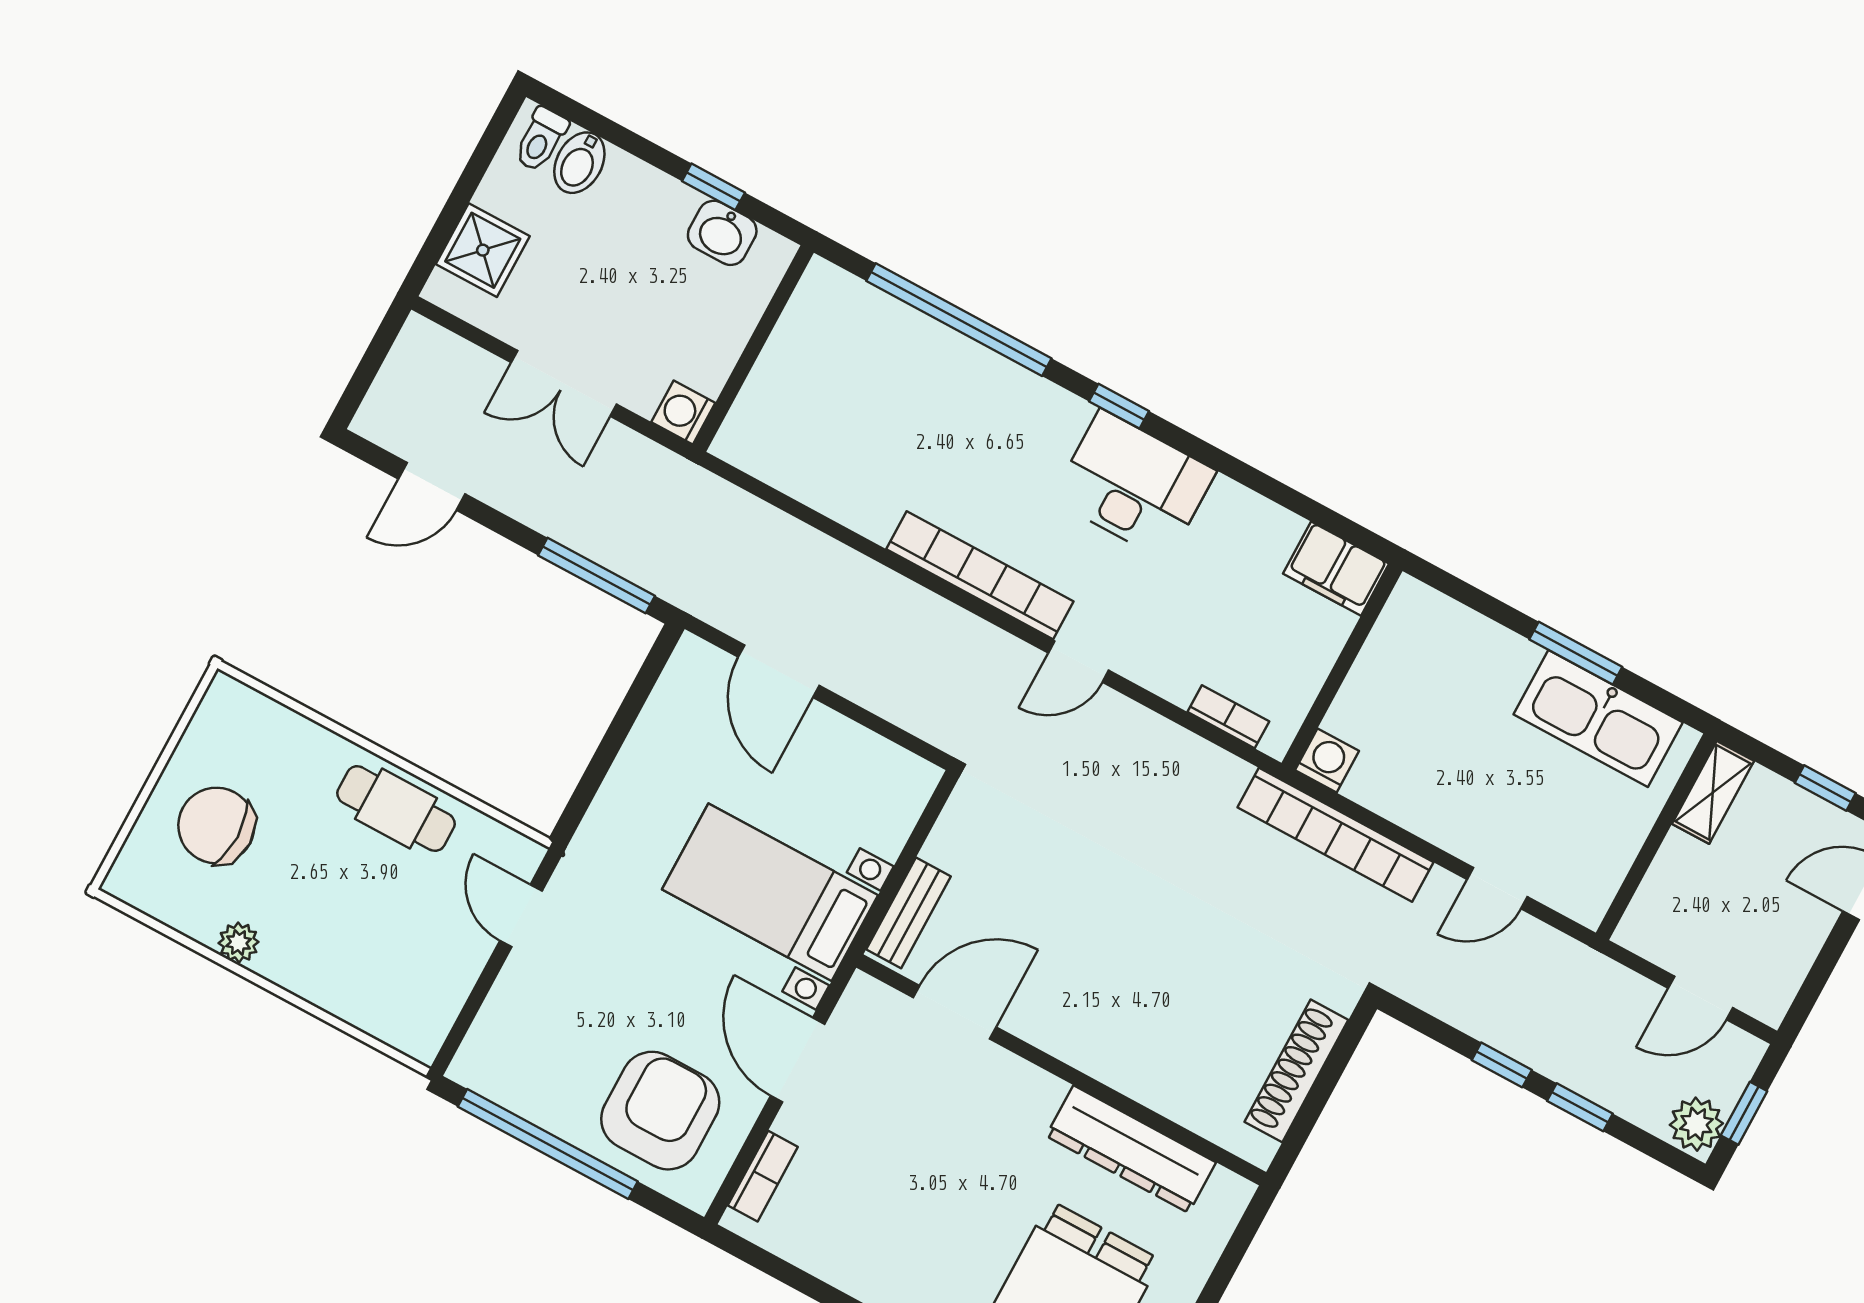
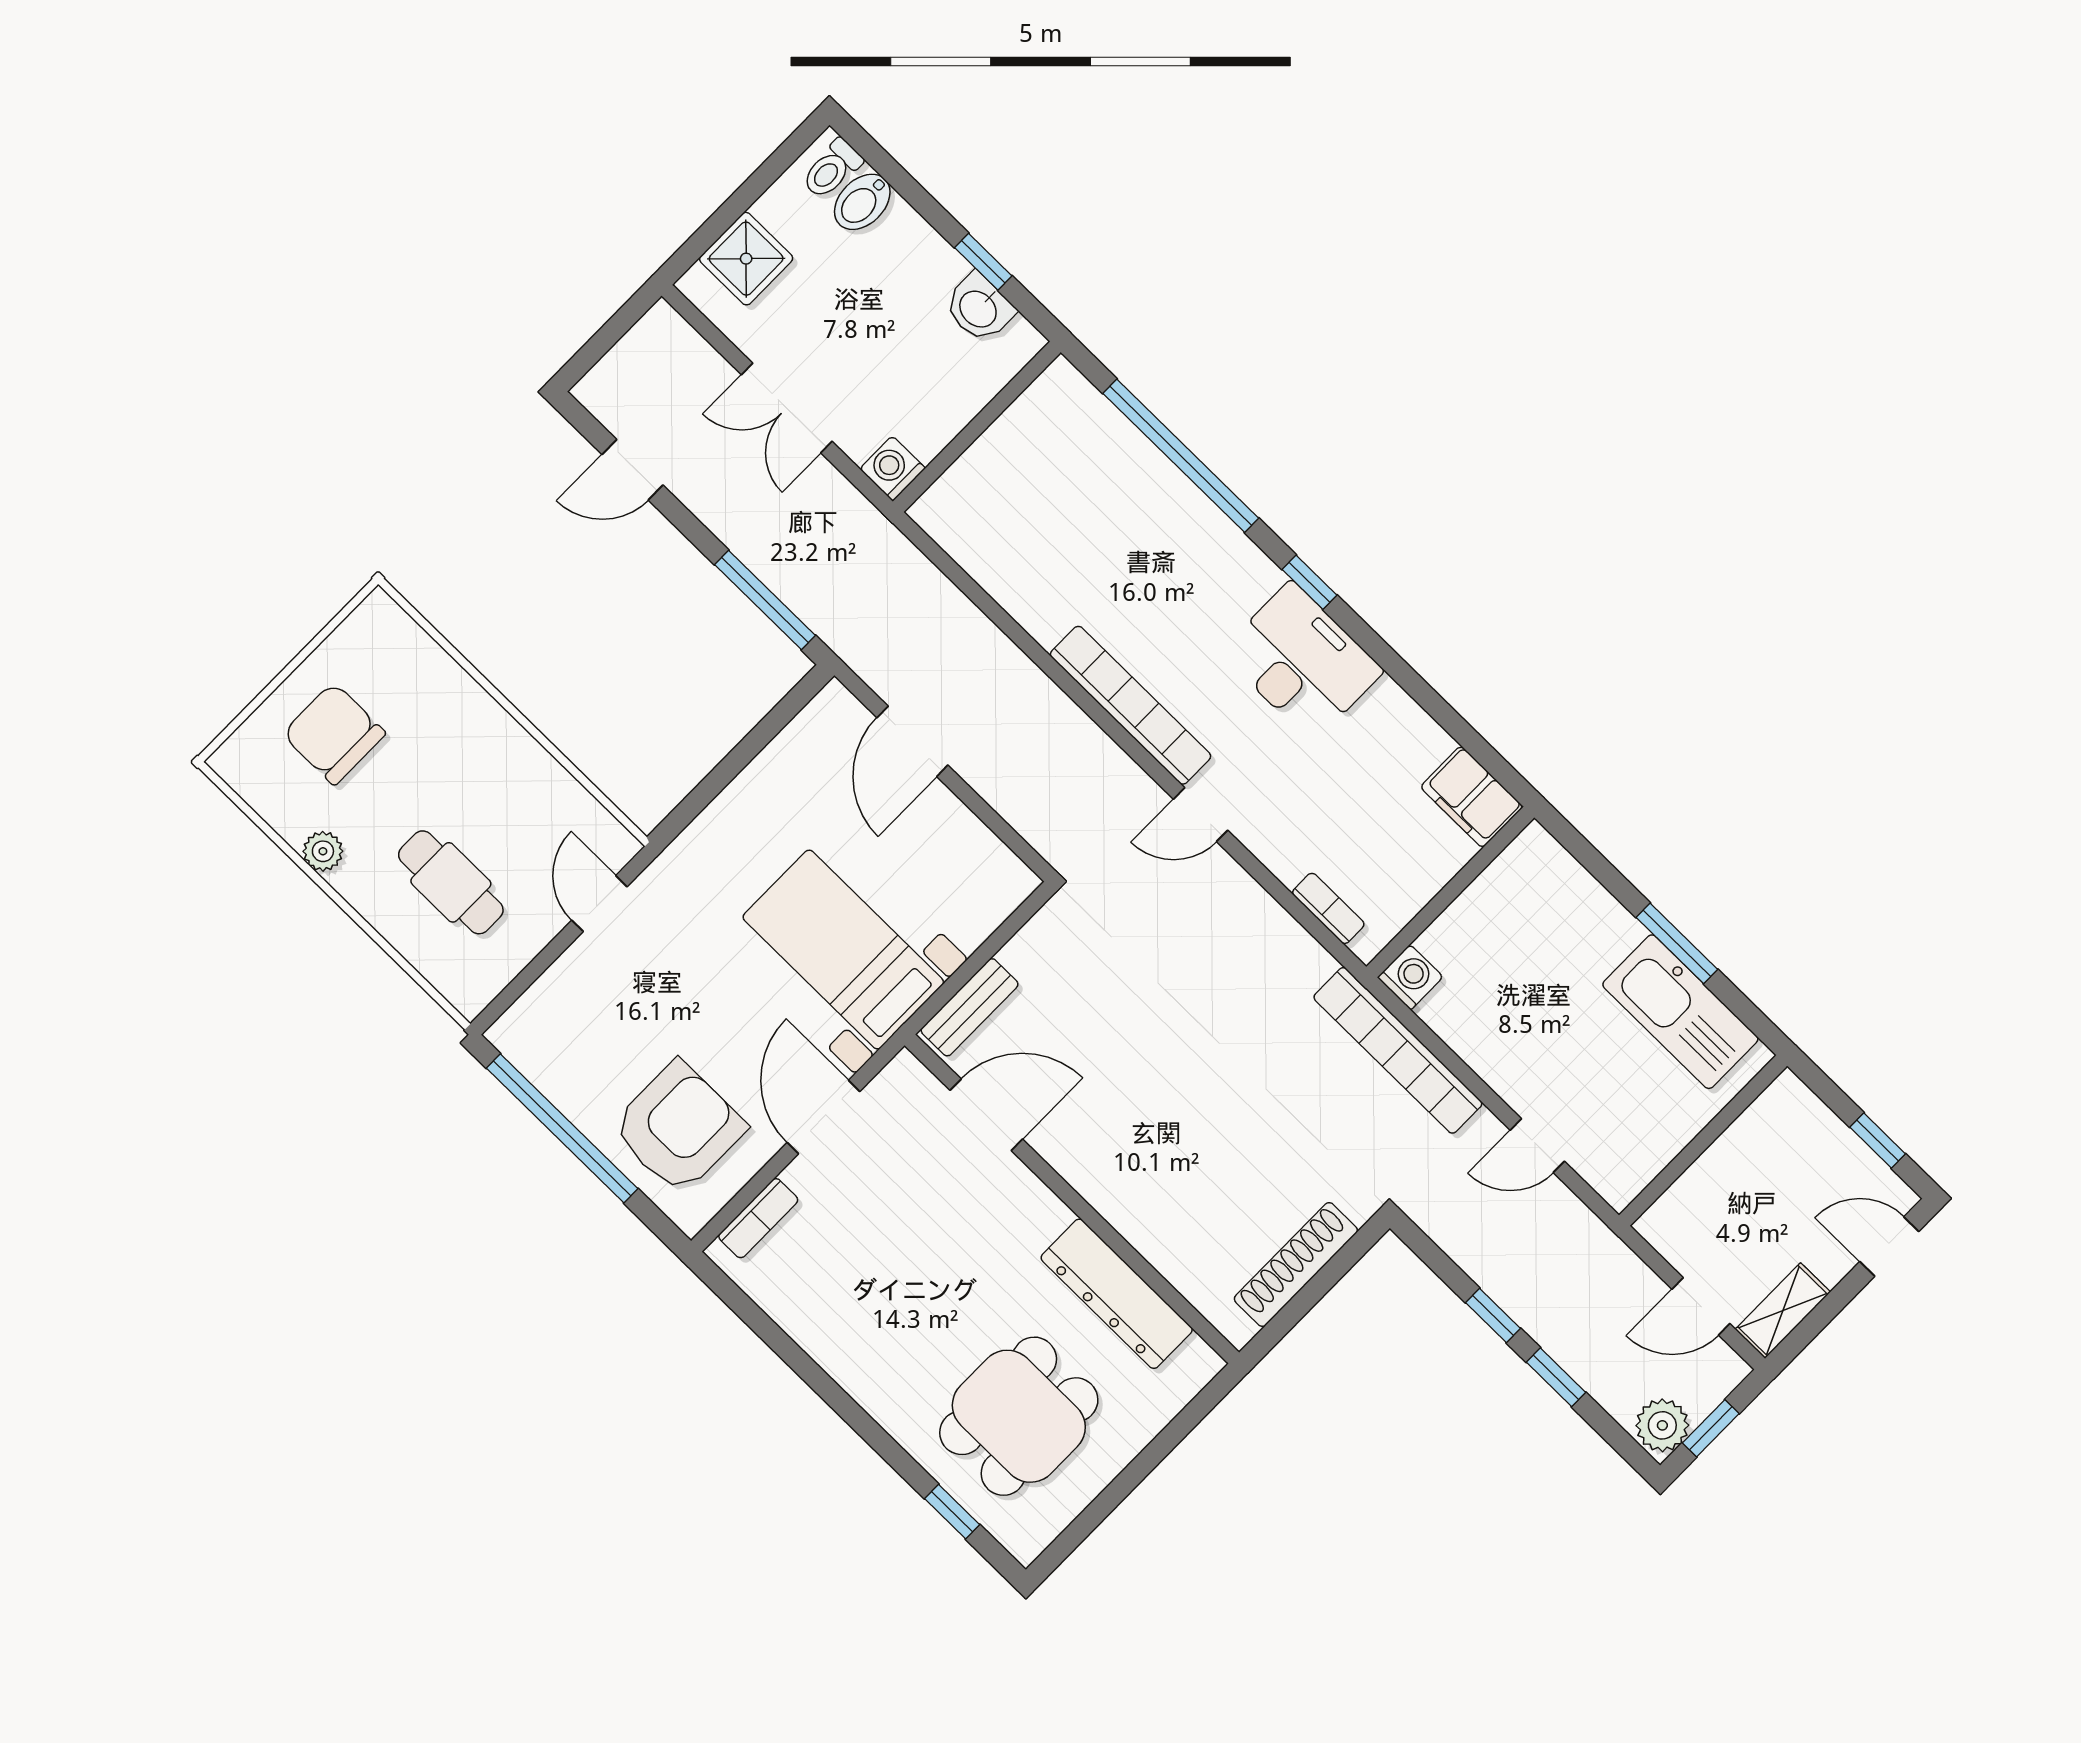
shelving: (1713, 792) -> (1783, 1311), moved
cafe table: (396, 809) -> (451, 882), moved

